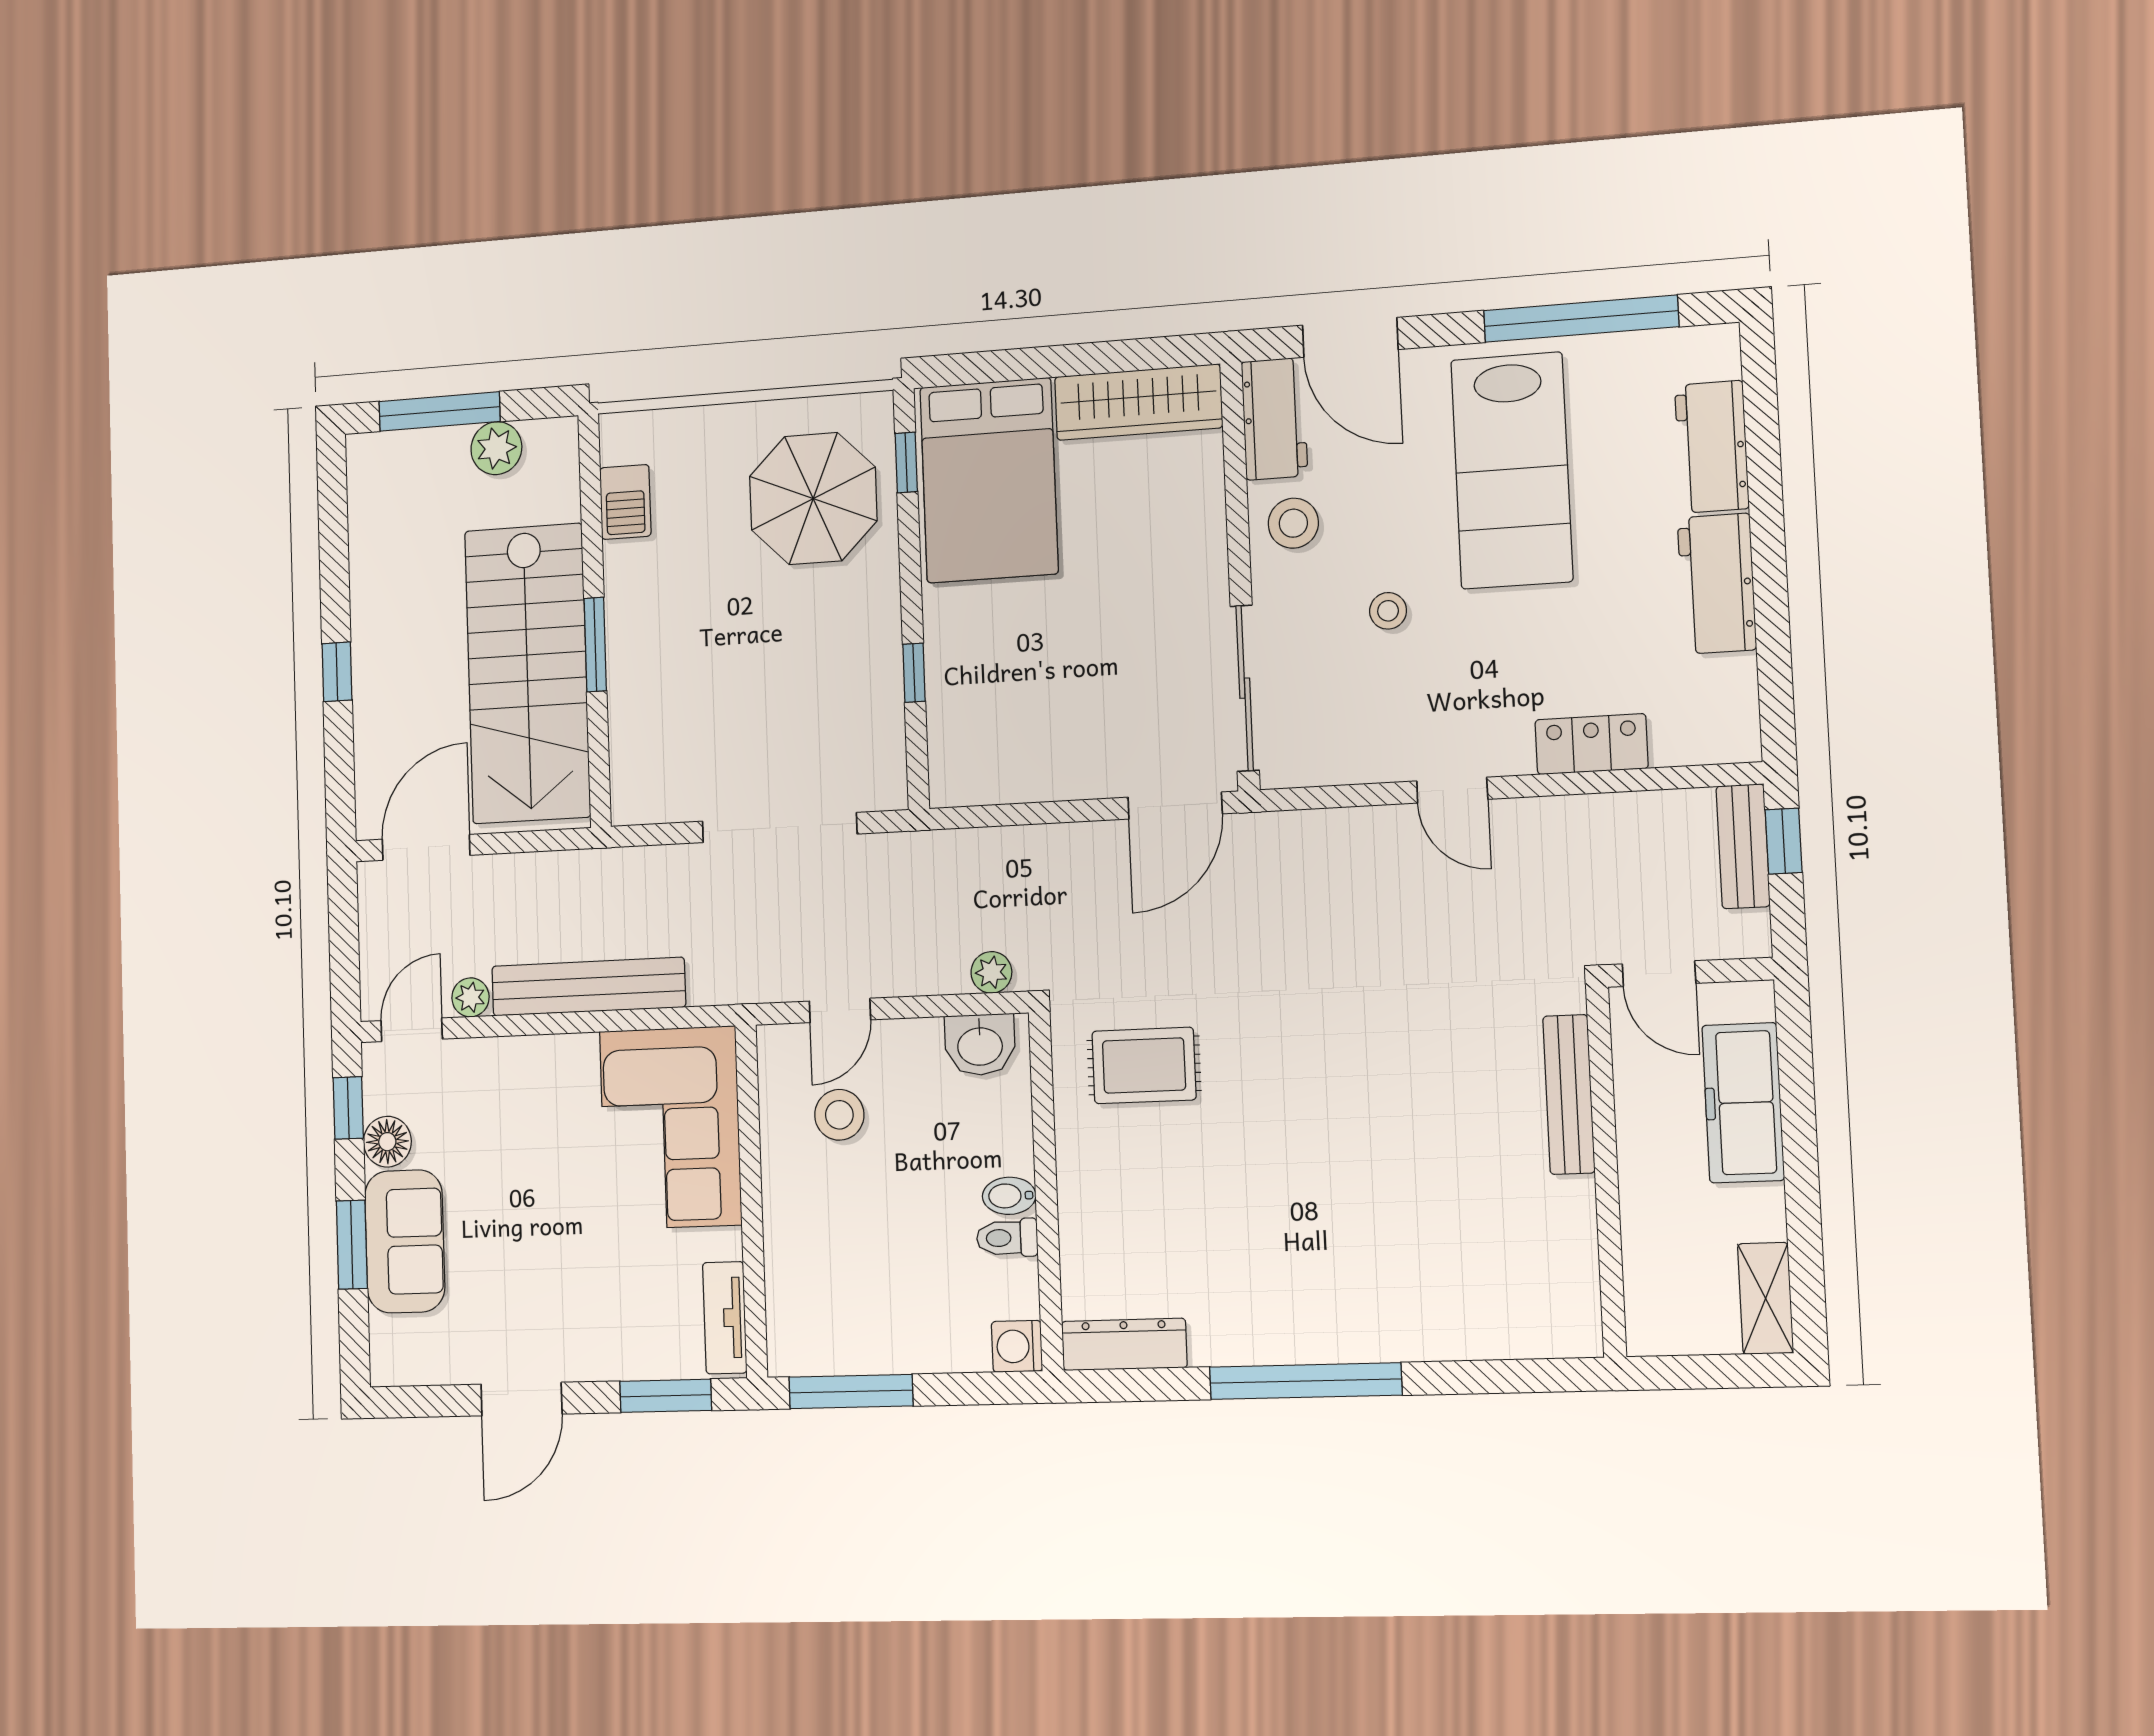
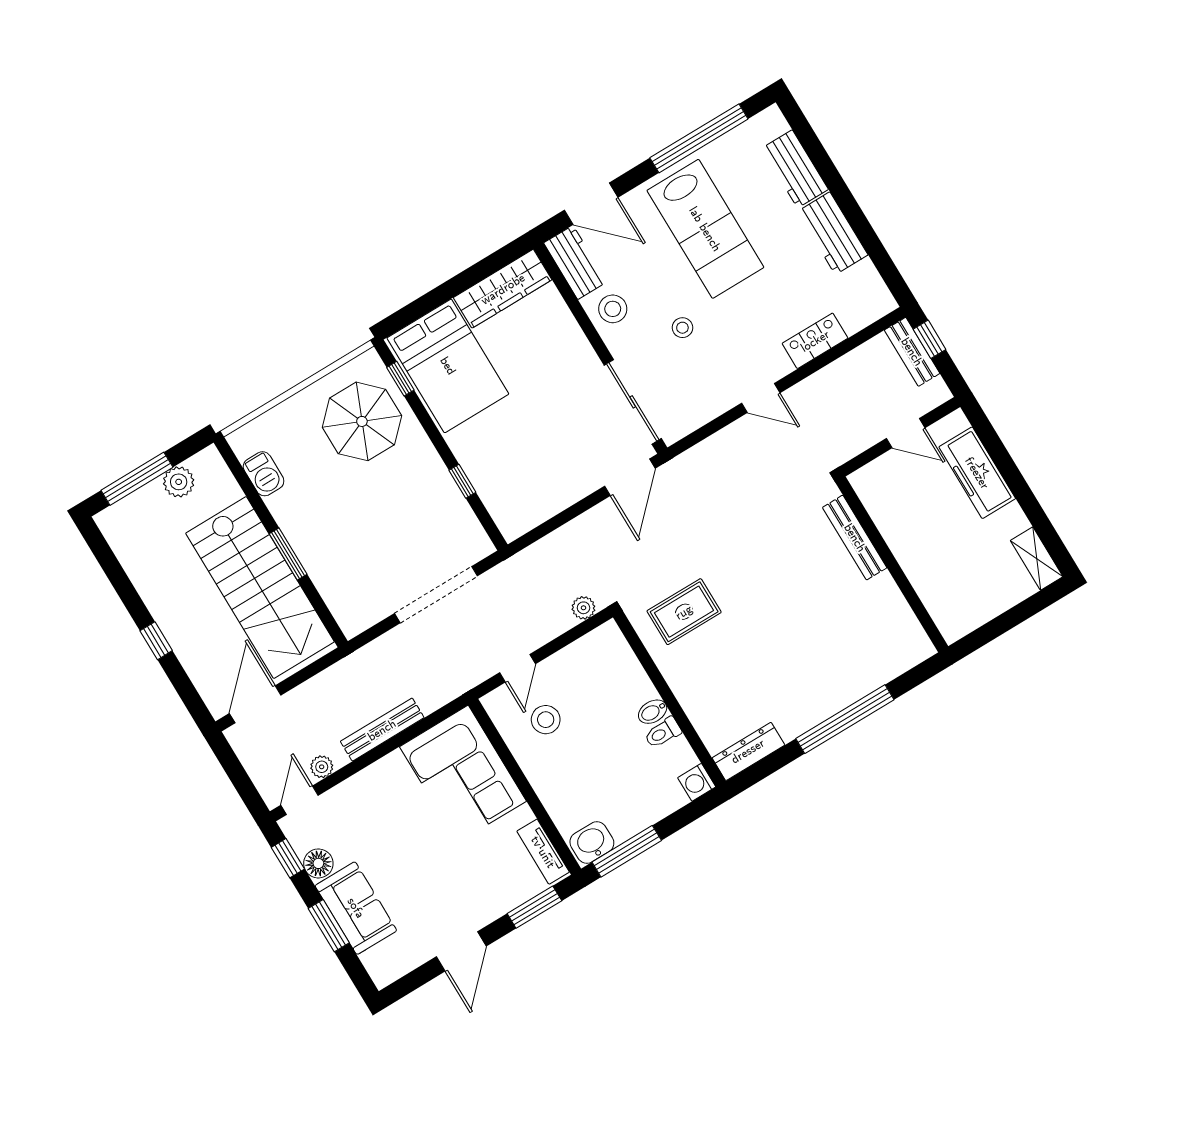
bench: (588, 987) -> (382, 730), width x0.73, depth x0.82
washbasin: (980, 1045) -> (592, 843), moved, turned 180
bench: (1569, 1094) -> (855, 538), moved
wall: (1606, 1172) -> (892, 564), moved

